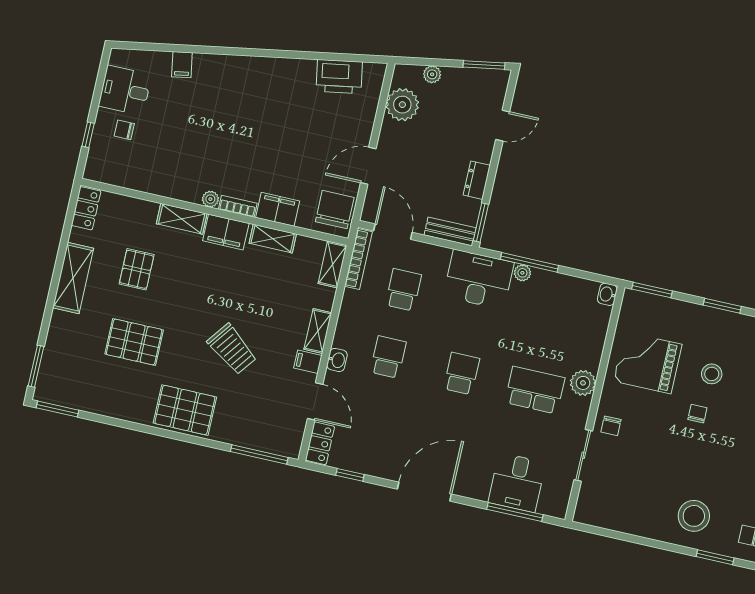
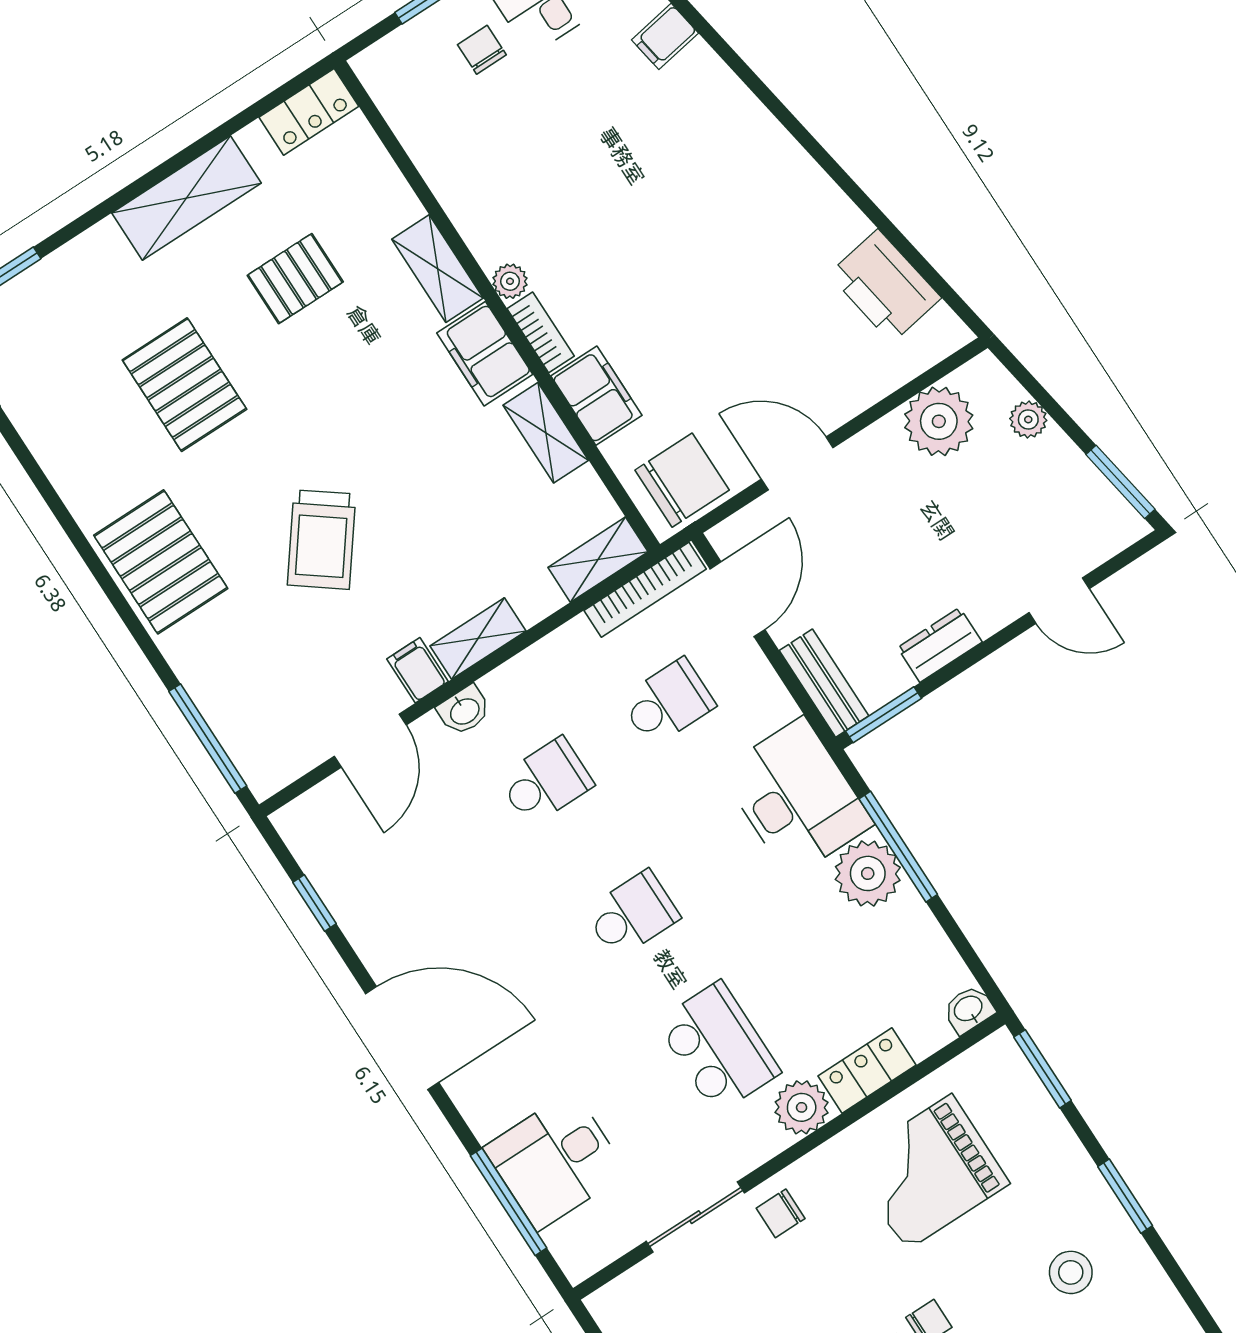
plant: (522, 273) -> (868, 873), width x1.88, depth x1.88
grand piano: (648, 363) -> (929, 1172), turned -90
stool: (712, 374) -> (1071, 1272), moved
locker: (320, 443) -> (867, 1071), moved, turned 180

